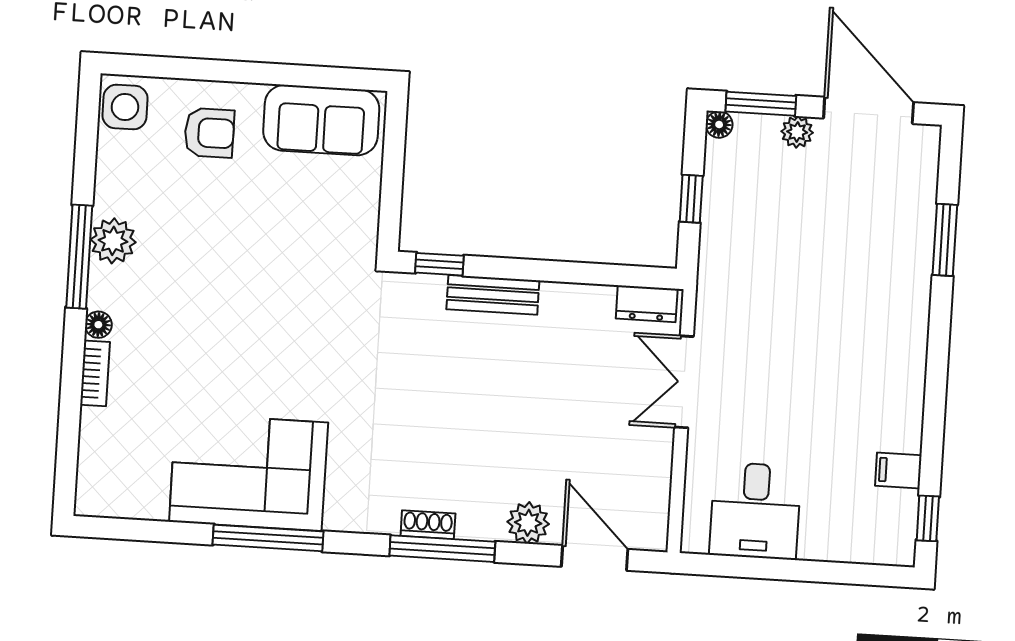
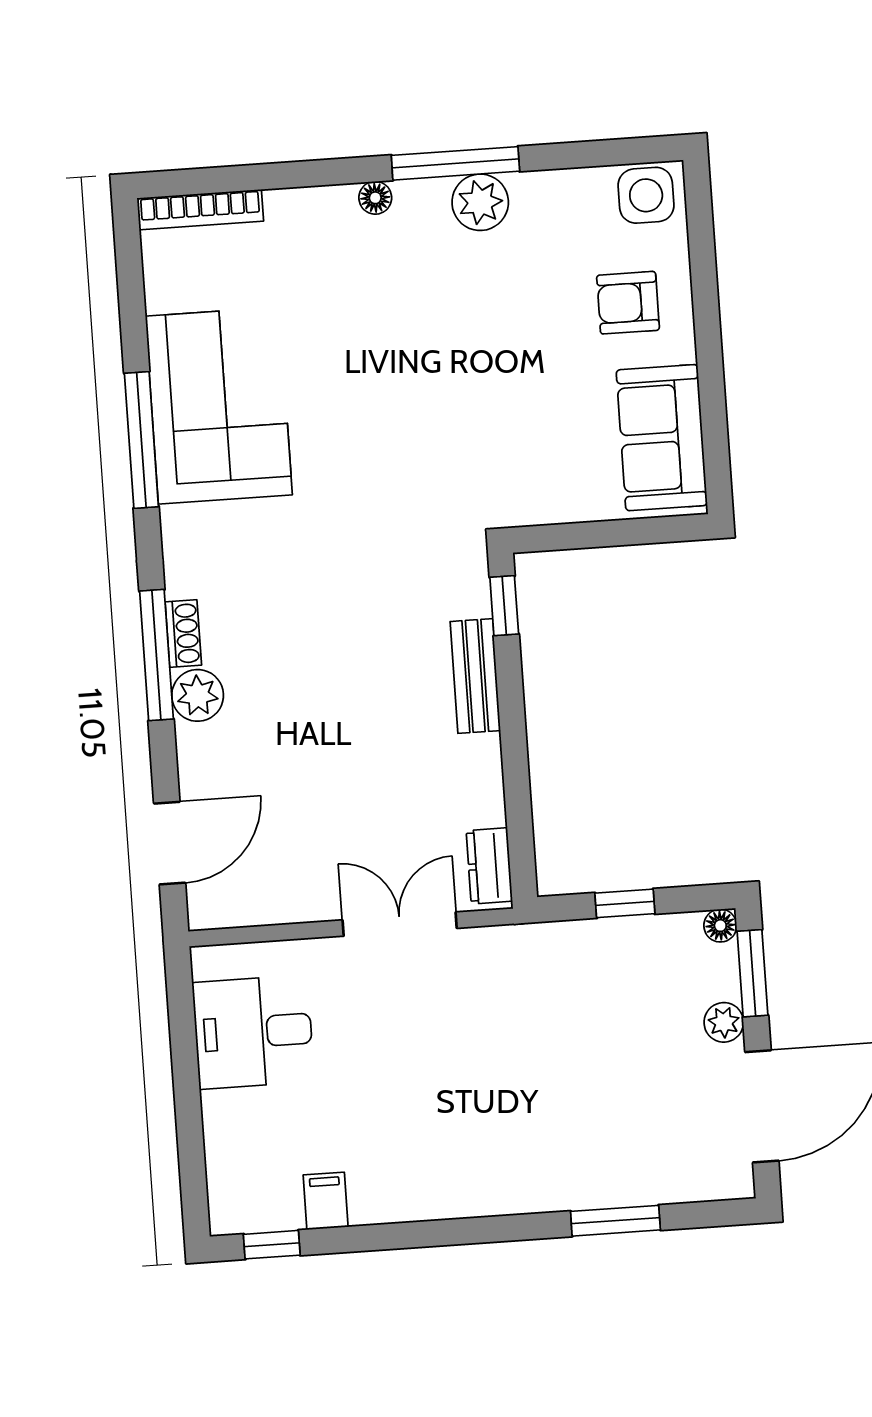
armchair: (209, 133) -> (628, 303), turned 90
bookcase: (95, 373) -> (200, 210), moved, width x1.56
plant: (528, 523) -> (198, 695), moved

